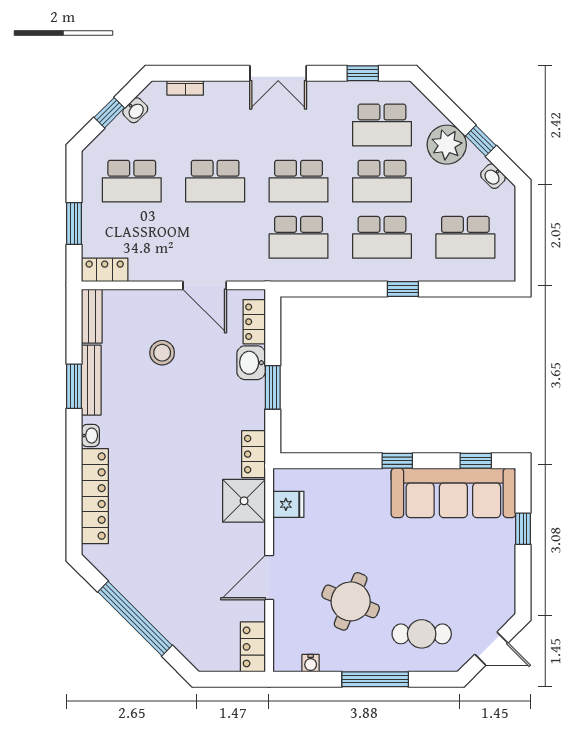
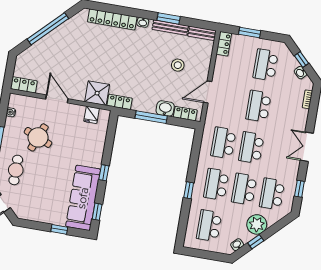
window: (273, 387) -> (151, 117), width x1.44

